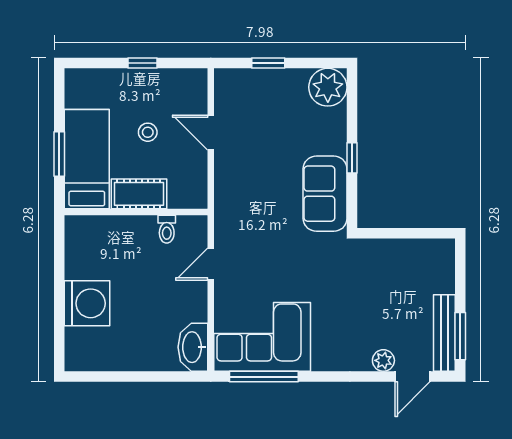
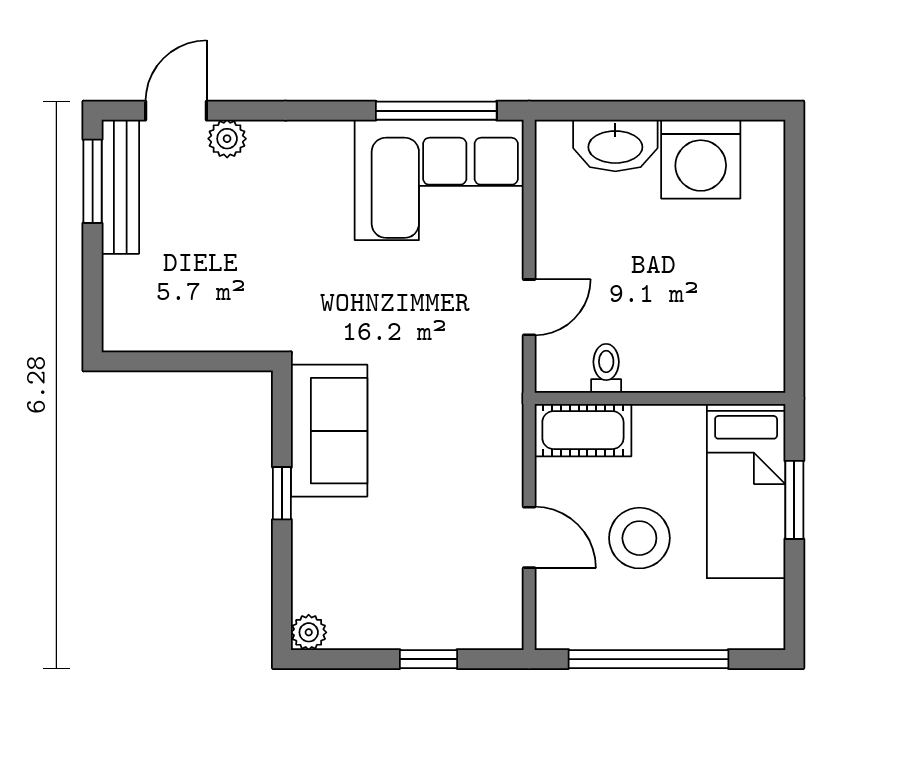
window: (143, 63) -> (648, 659), width x3.17
plant: (328, 87) -> (309, 632), width x0.53, depth x0.53
stool: (148, 132) -> (639, 538), width x1.89, depth x1.89
cot: (139, 194) -> (583, 430), moved
washing machine: (87, 303) -> (701, 159), moved, turned -90
washbasin: (193, 347) -> (615, 145), moved, turned 90

